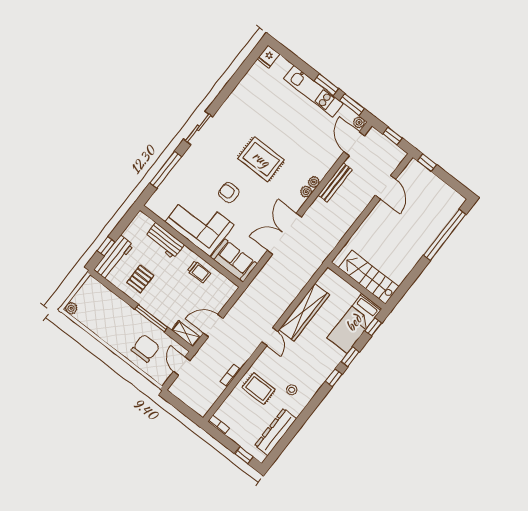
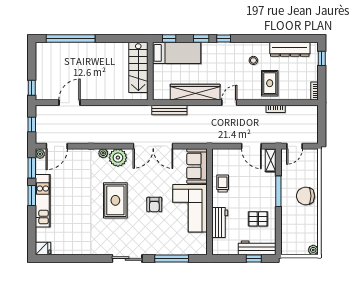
bench: (335, 182) -> (169, 110), moved
plant: (306, 192) -> (118, 158), width x1.88, depth x1.88
chair: (145, 348) -> (306, 196), moved

